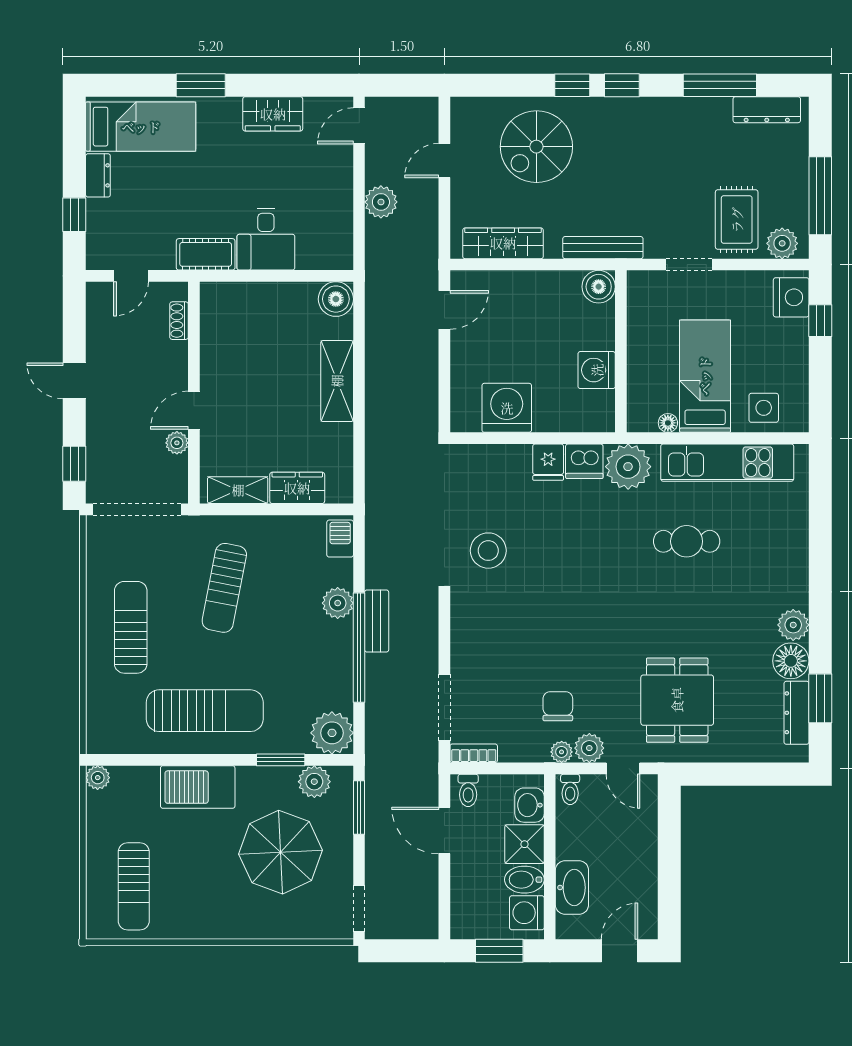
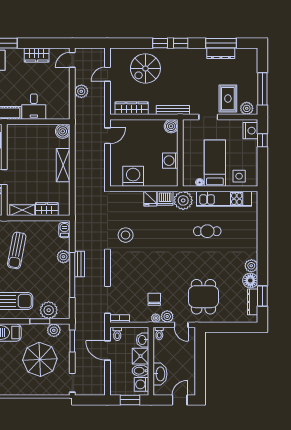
dresser: (767, 110) -> (221, 53), moved
plant: (332, 733) -> (49, 310), moved

